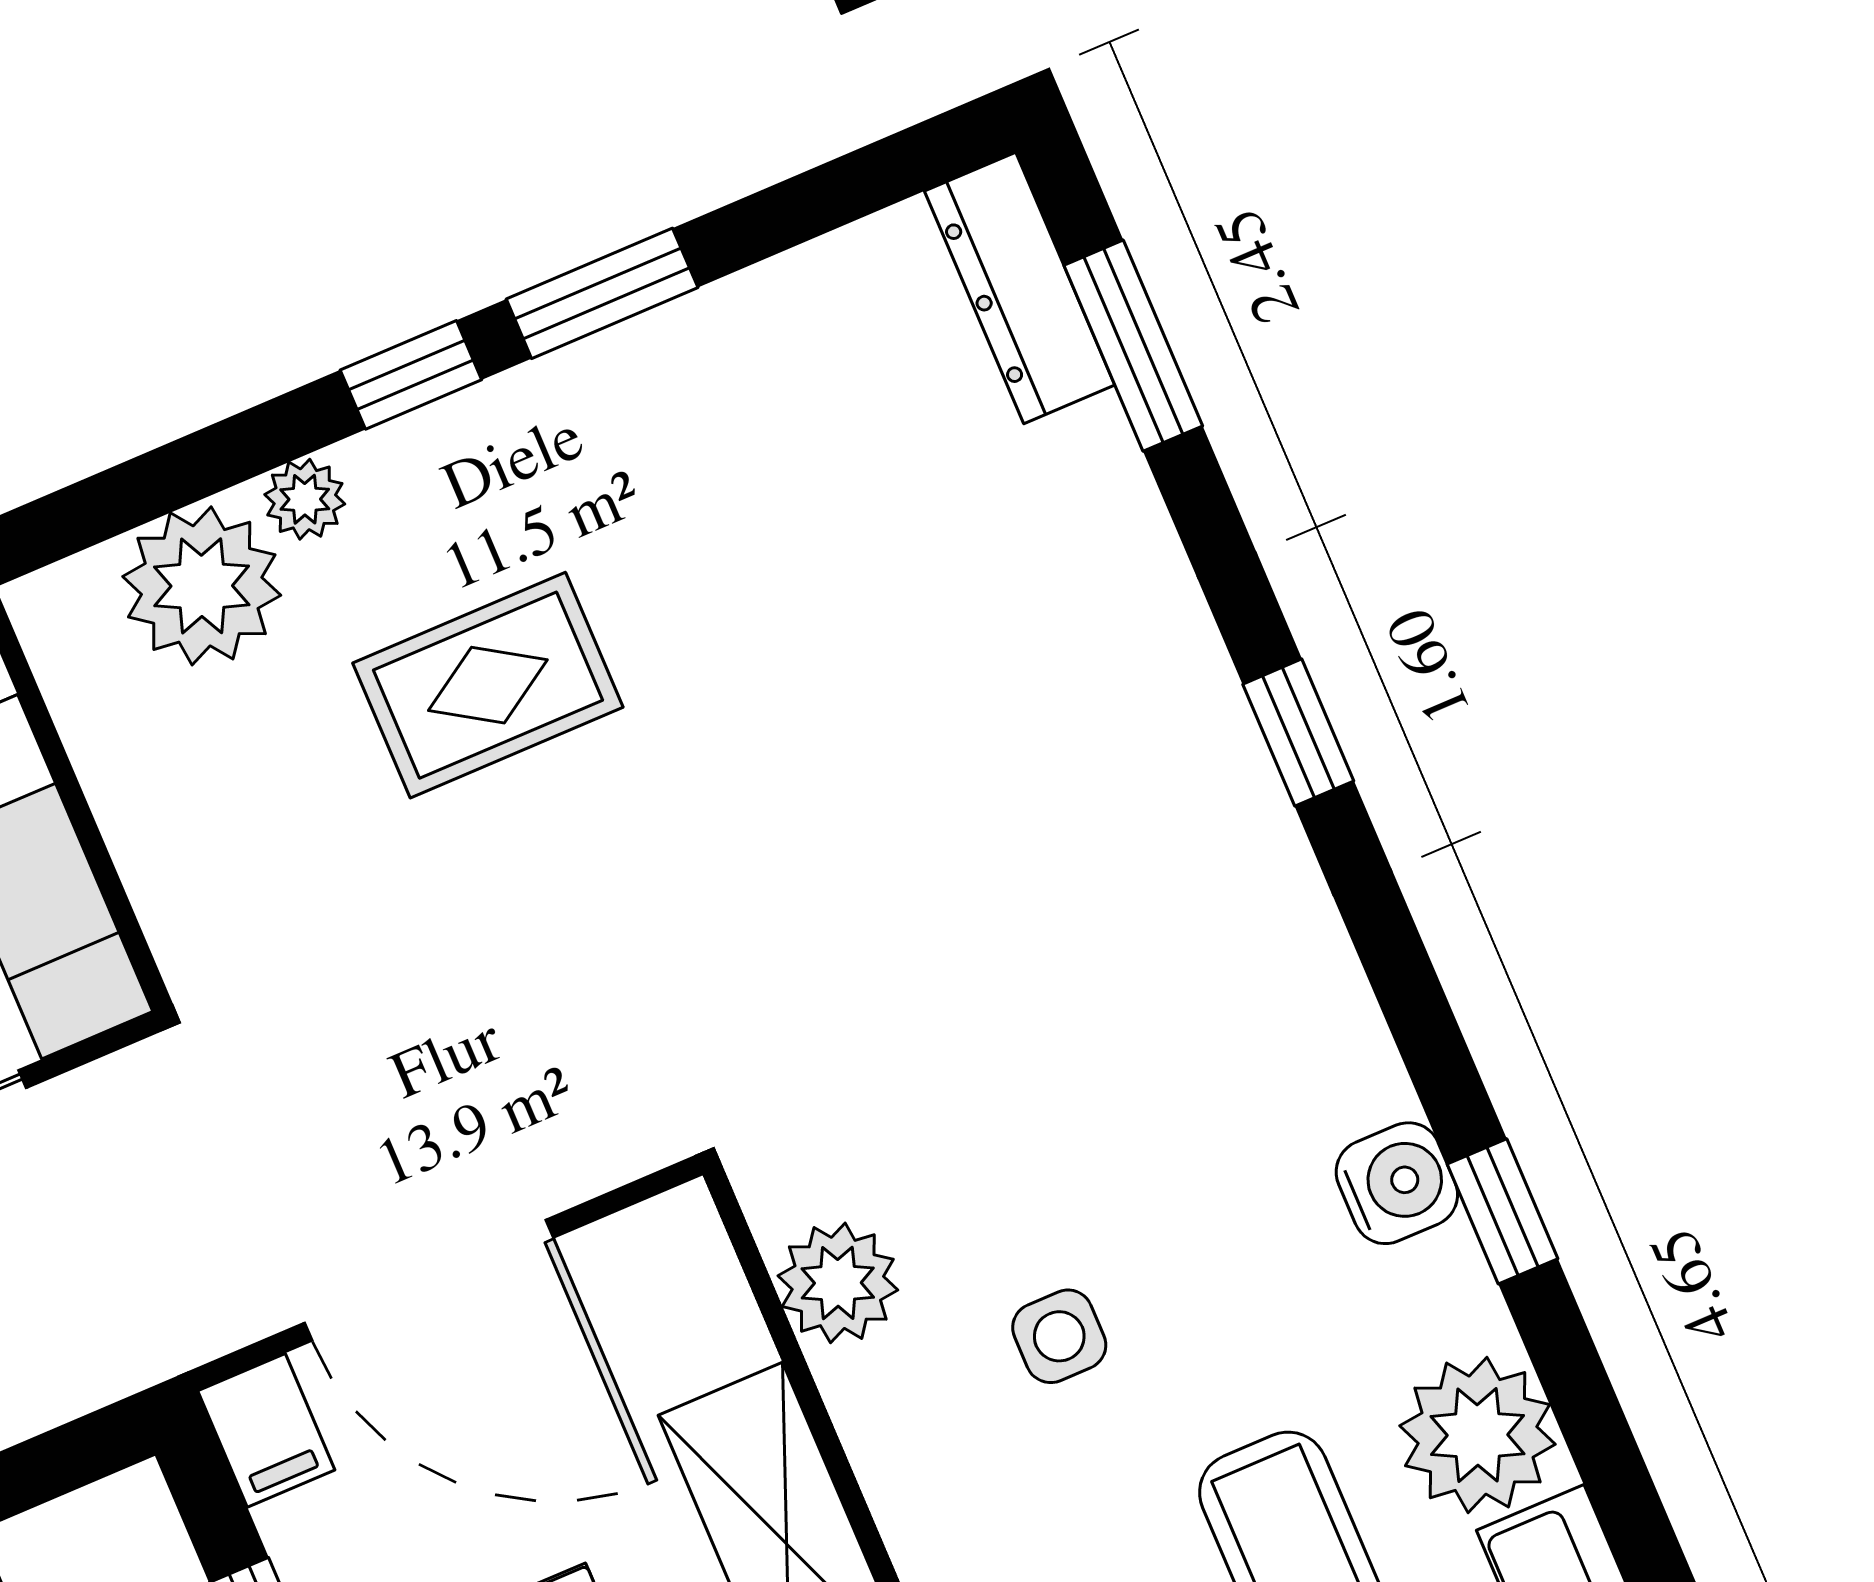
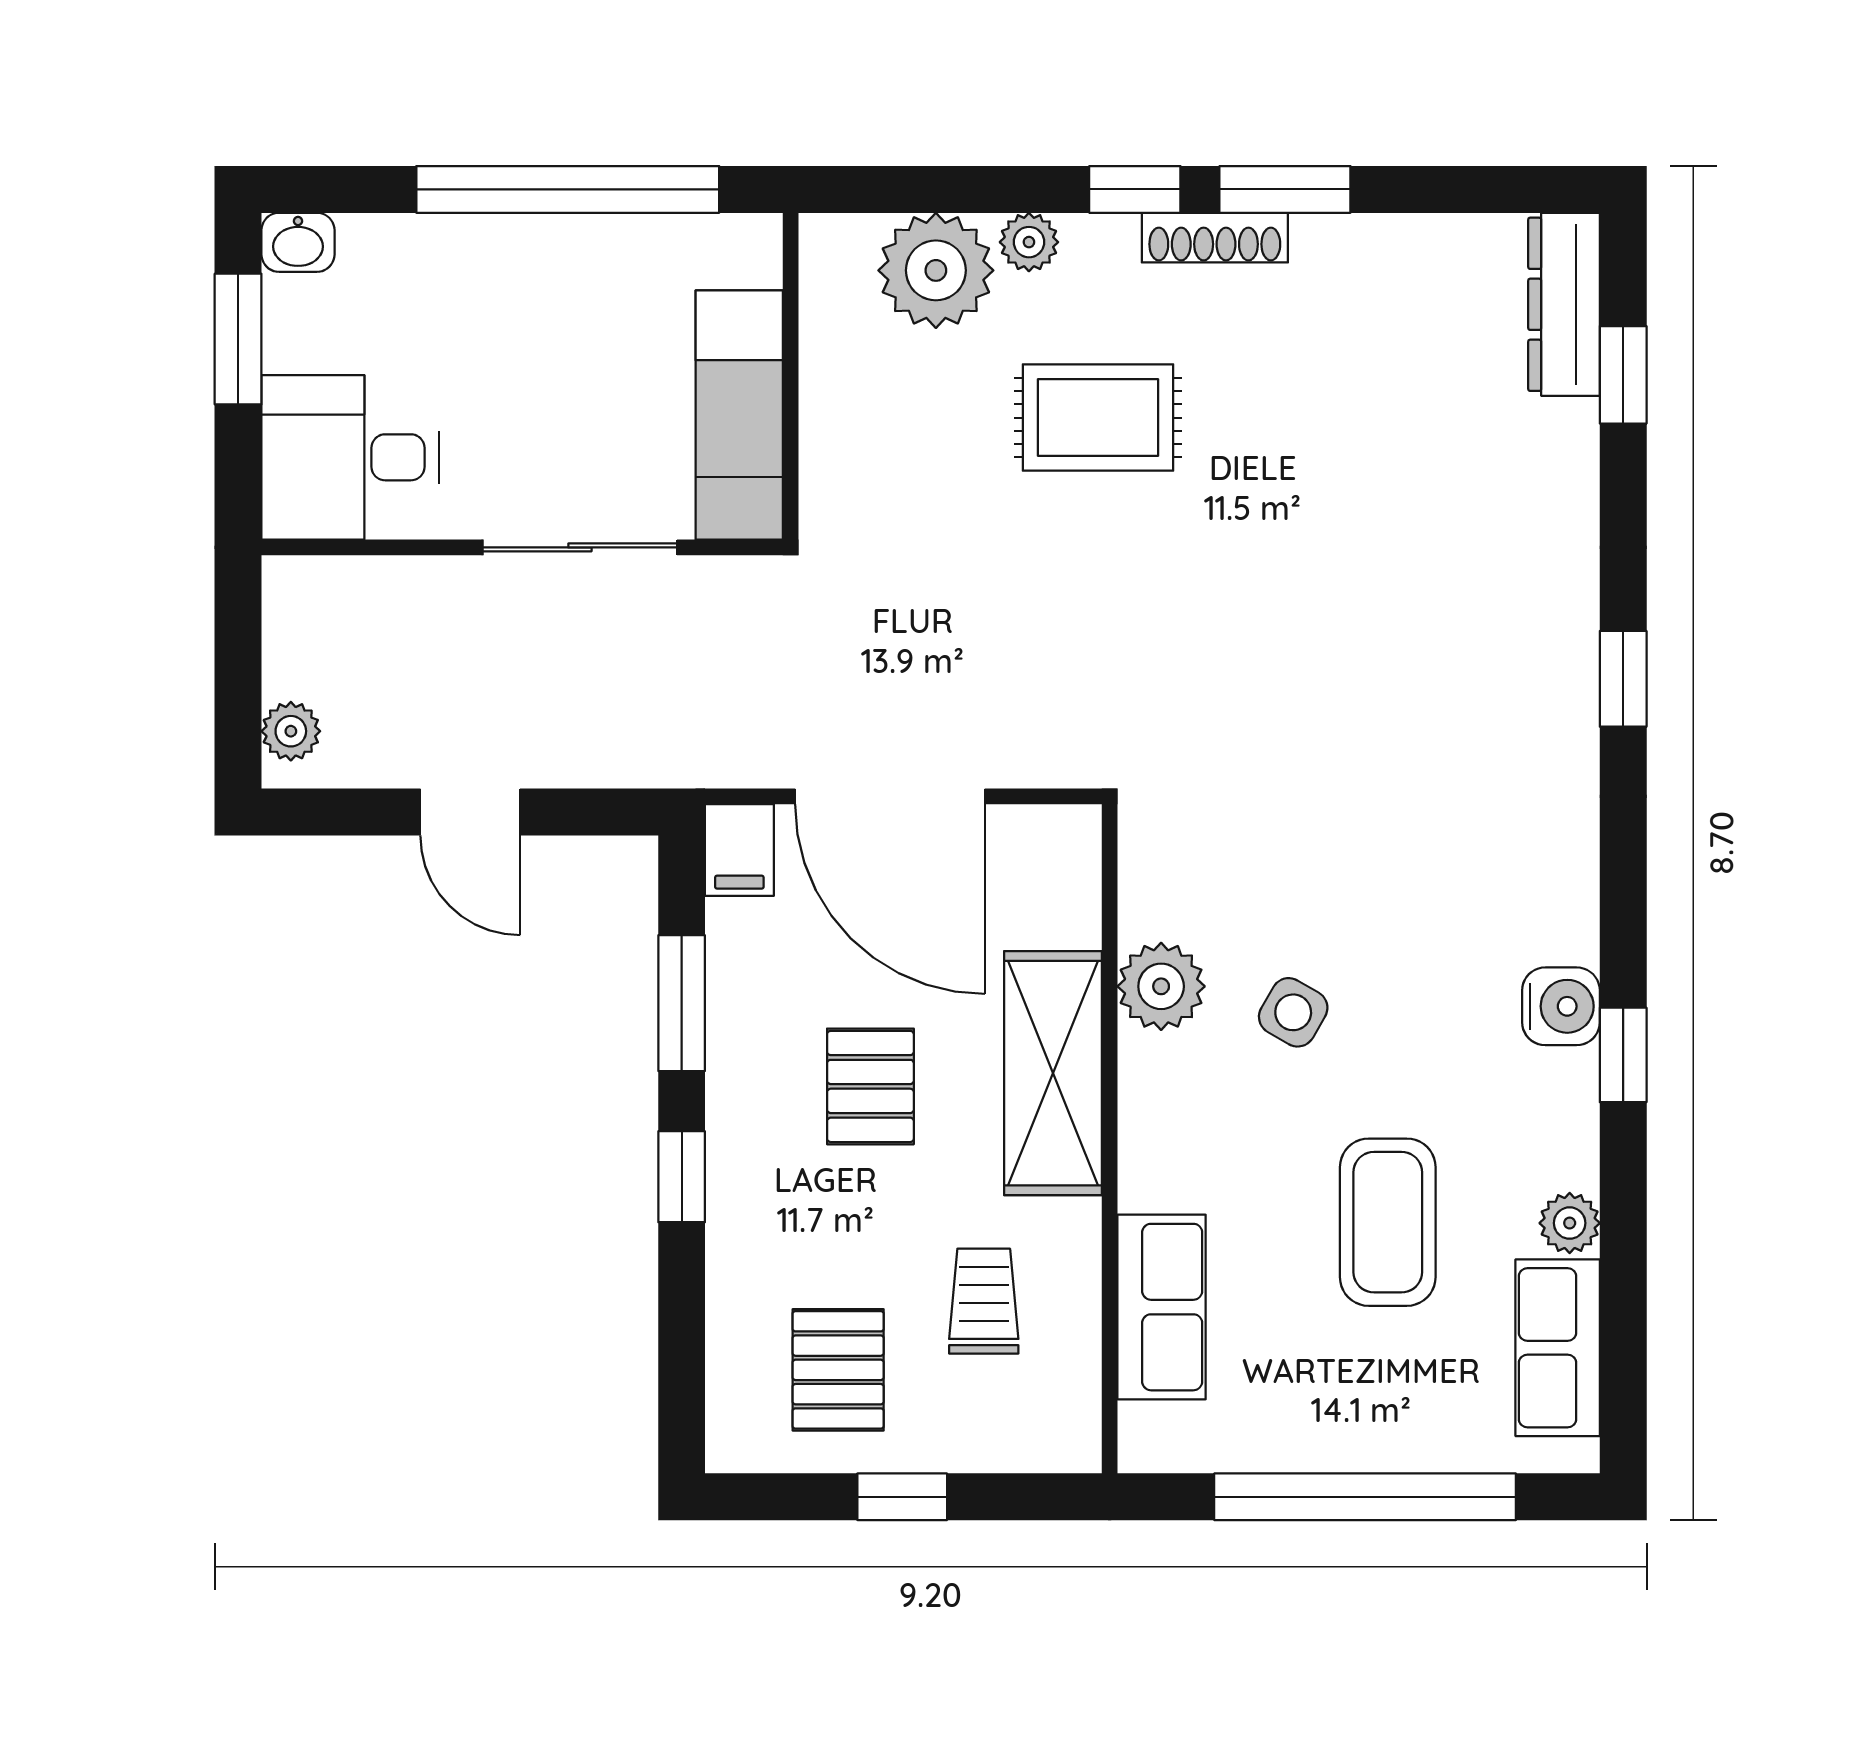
window: (1133, 346) -> (1623, 375), width x0.67
shoe rack: (539, 393) -> (1215, 238), added
plant: (838, 1283) -> (1161, 986), moved
side table: (1059, 1336) -> (1293, 1012), turned 30
plant: (1478, 1435) -> (1570, 1223), width x0.53, depth x0.53

